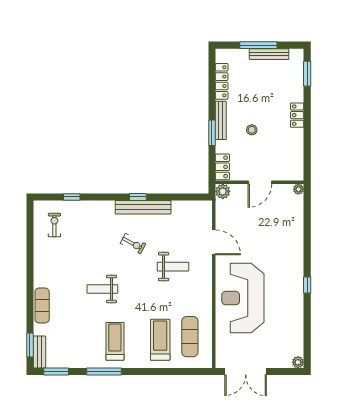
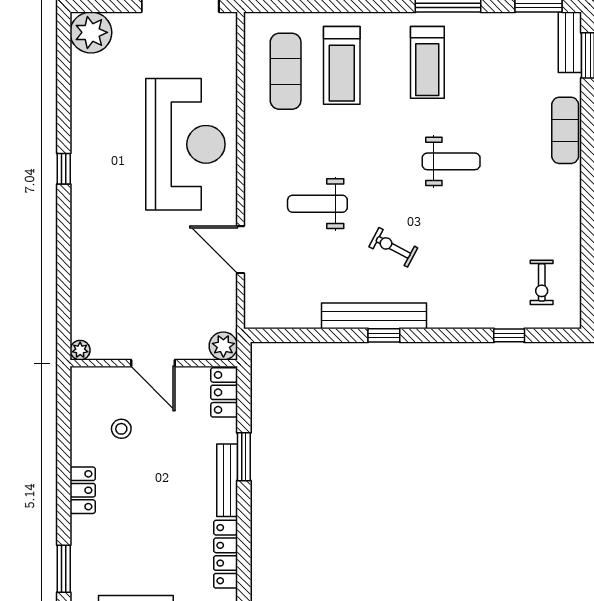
stool: (252, 130) -> (121, 429), moved
door: (260, 182) -> (153, 363), swing flipped
plant: (298, 362) -> (91, 32), width x1.87, depth x1.87

